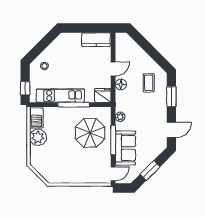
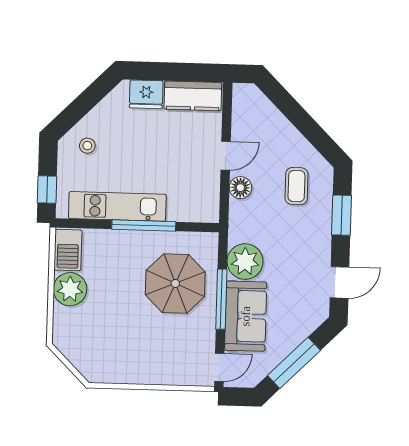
fridge: (103, 95) -> (146, 94), moved, turned 180
plant: (120, 117) -> (245, 262), width x1.87, depth x1.87
window: (150, 170) -> (294, 363), width x1.44

